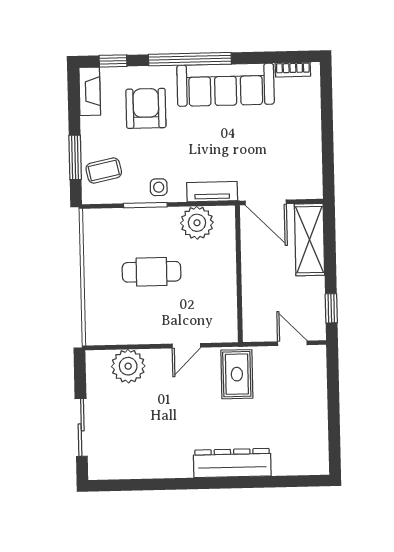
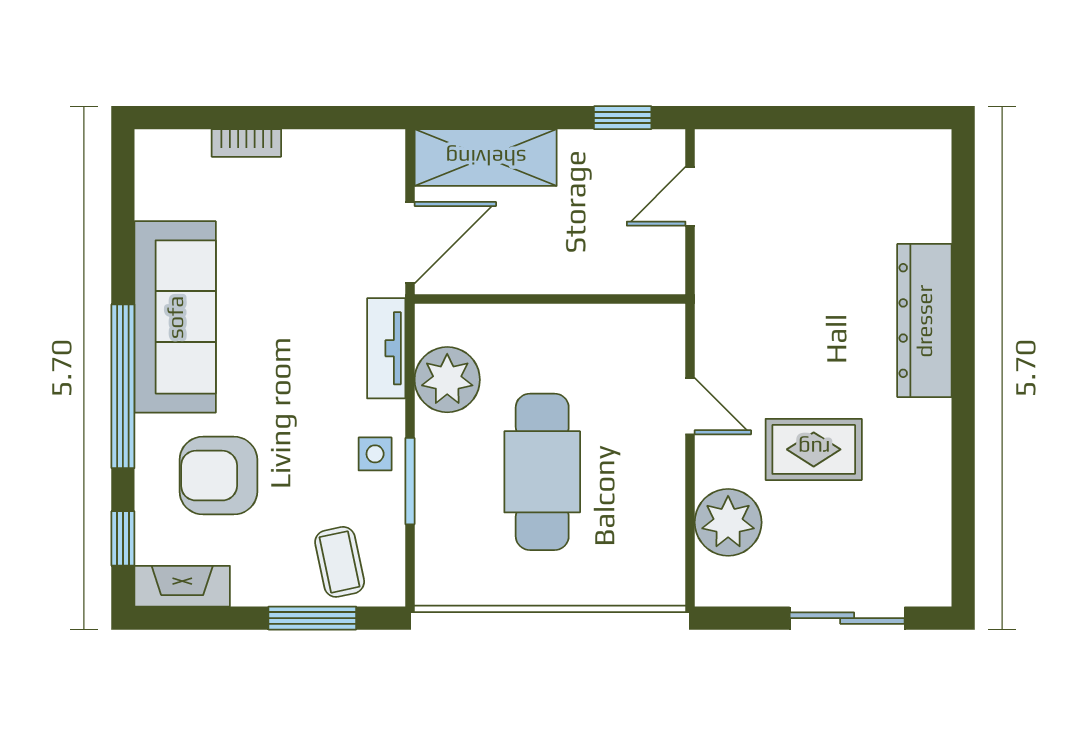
bookcase: (293, 70) -> (246, 143), moved, turned 90
cafe table: (152, 272) -> (542, 472), width x1.37, depth x1.35
rug: (237, 374) -> (814, 449), moved

